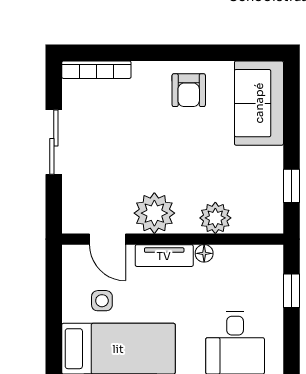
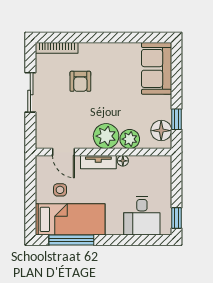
armchair: (189, 90) -> (80, 81), moved
floor lamp: (267, 204) -> (161, 131), added
plant: (154, 213) -> (106, 136), moved
window: (291, 291) -> (177, 218), moved

